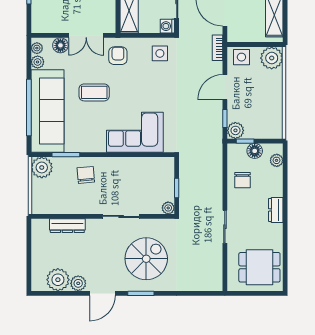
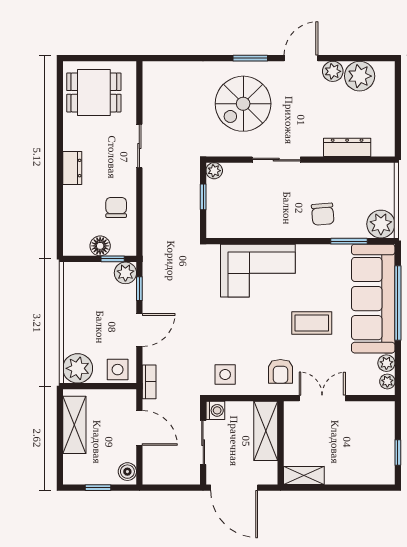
floor lamp: (60, 45) -> (356, 385), removed
plant: (277, 160) -> (71, 233), removed

